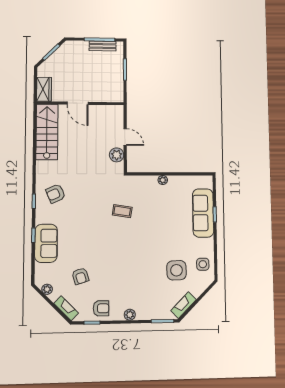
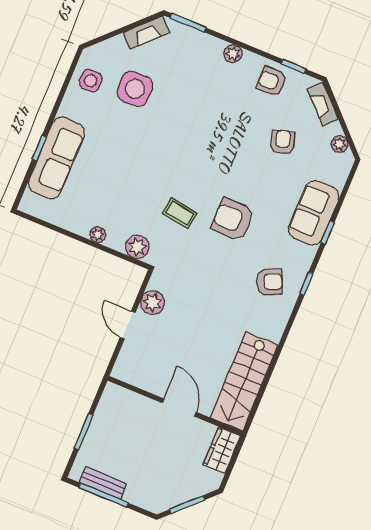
plant: (138, 182) -> (137, 247), added
armchair: (91, 220) -> (233, 219), added

